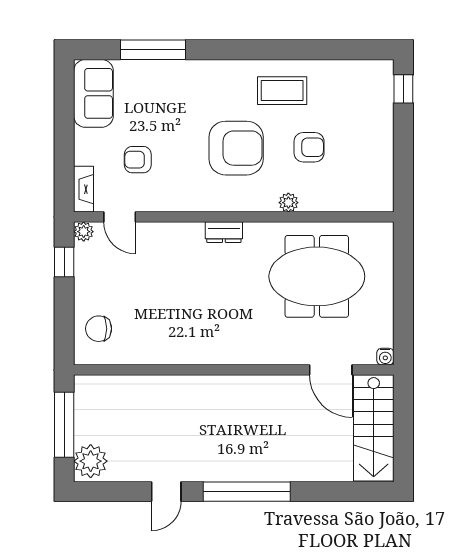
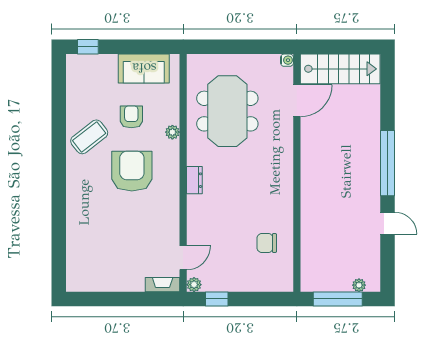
window: (153, 50) -> (59, 233), removed
coffee table: (282, 91) -> (89, 137), turned 52
sofa: (93, 93) -> (144, 68), moved, turned 180
armchair: (138, 160) -> (141, 244), removed
chair: (99, 329) -> (267, 243), moved, turned 90
plant: (91, 461) -> (359, 285), width x0.53, depth x0.53

